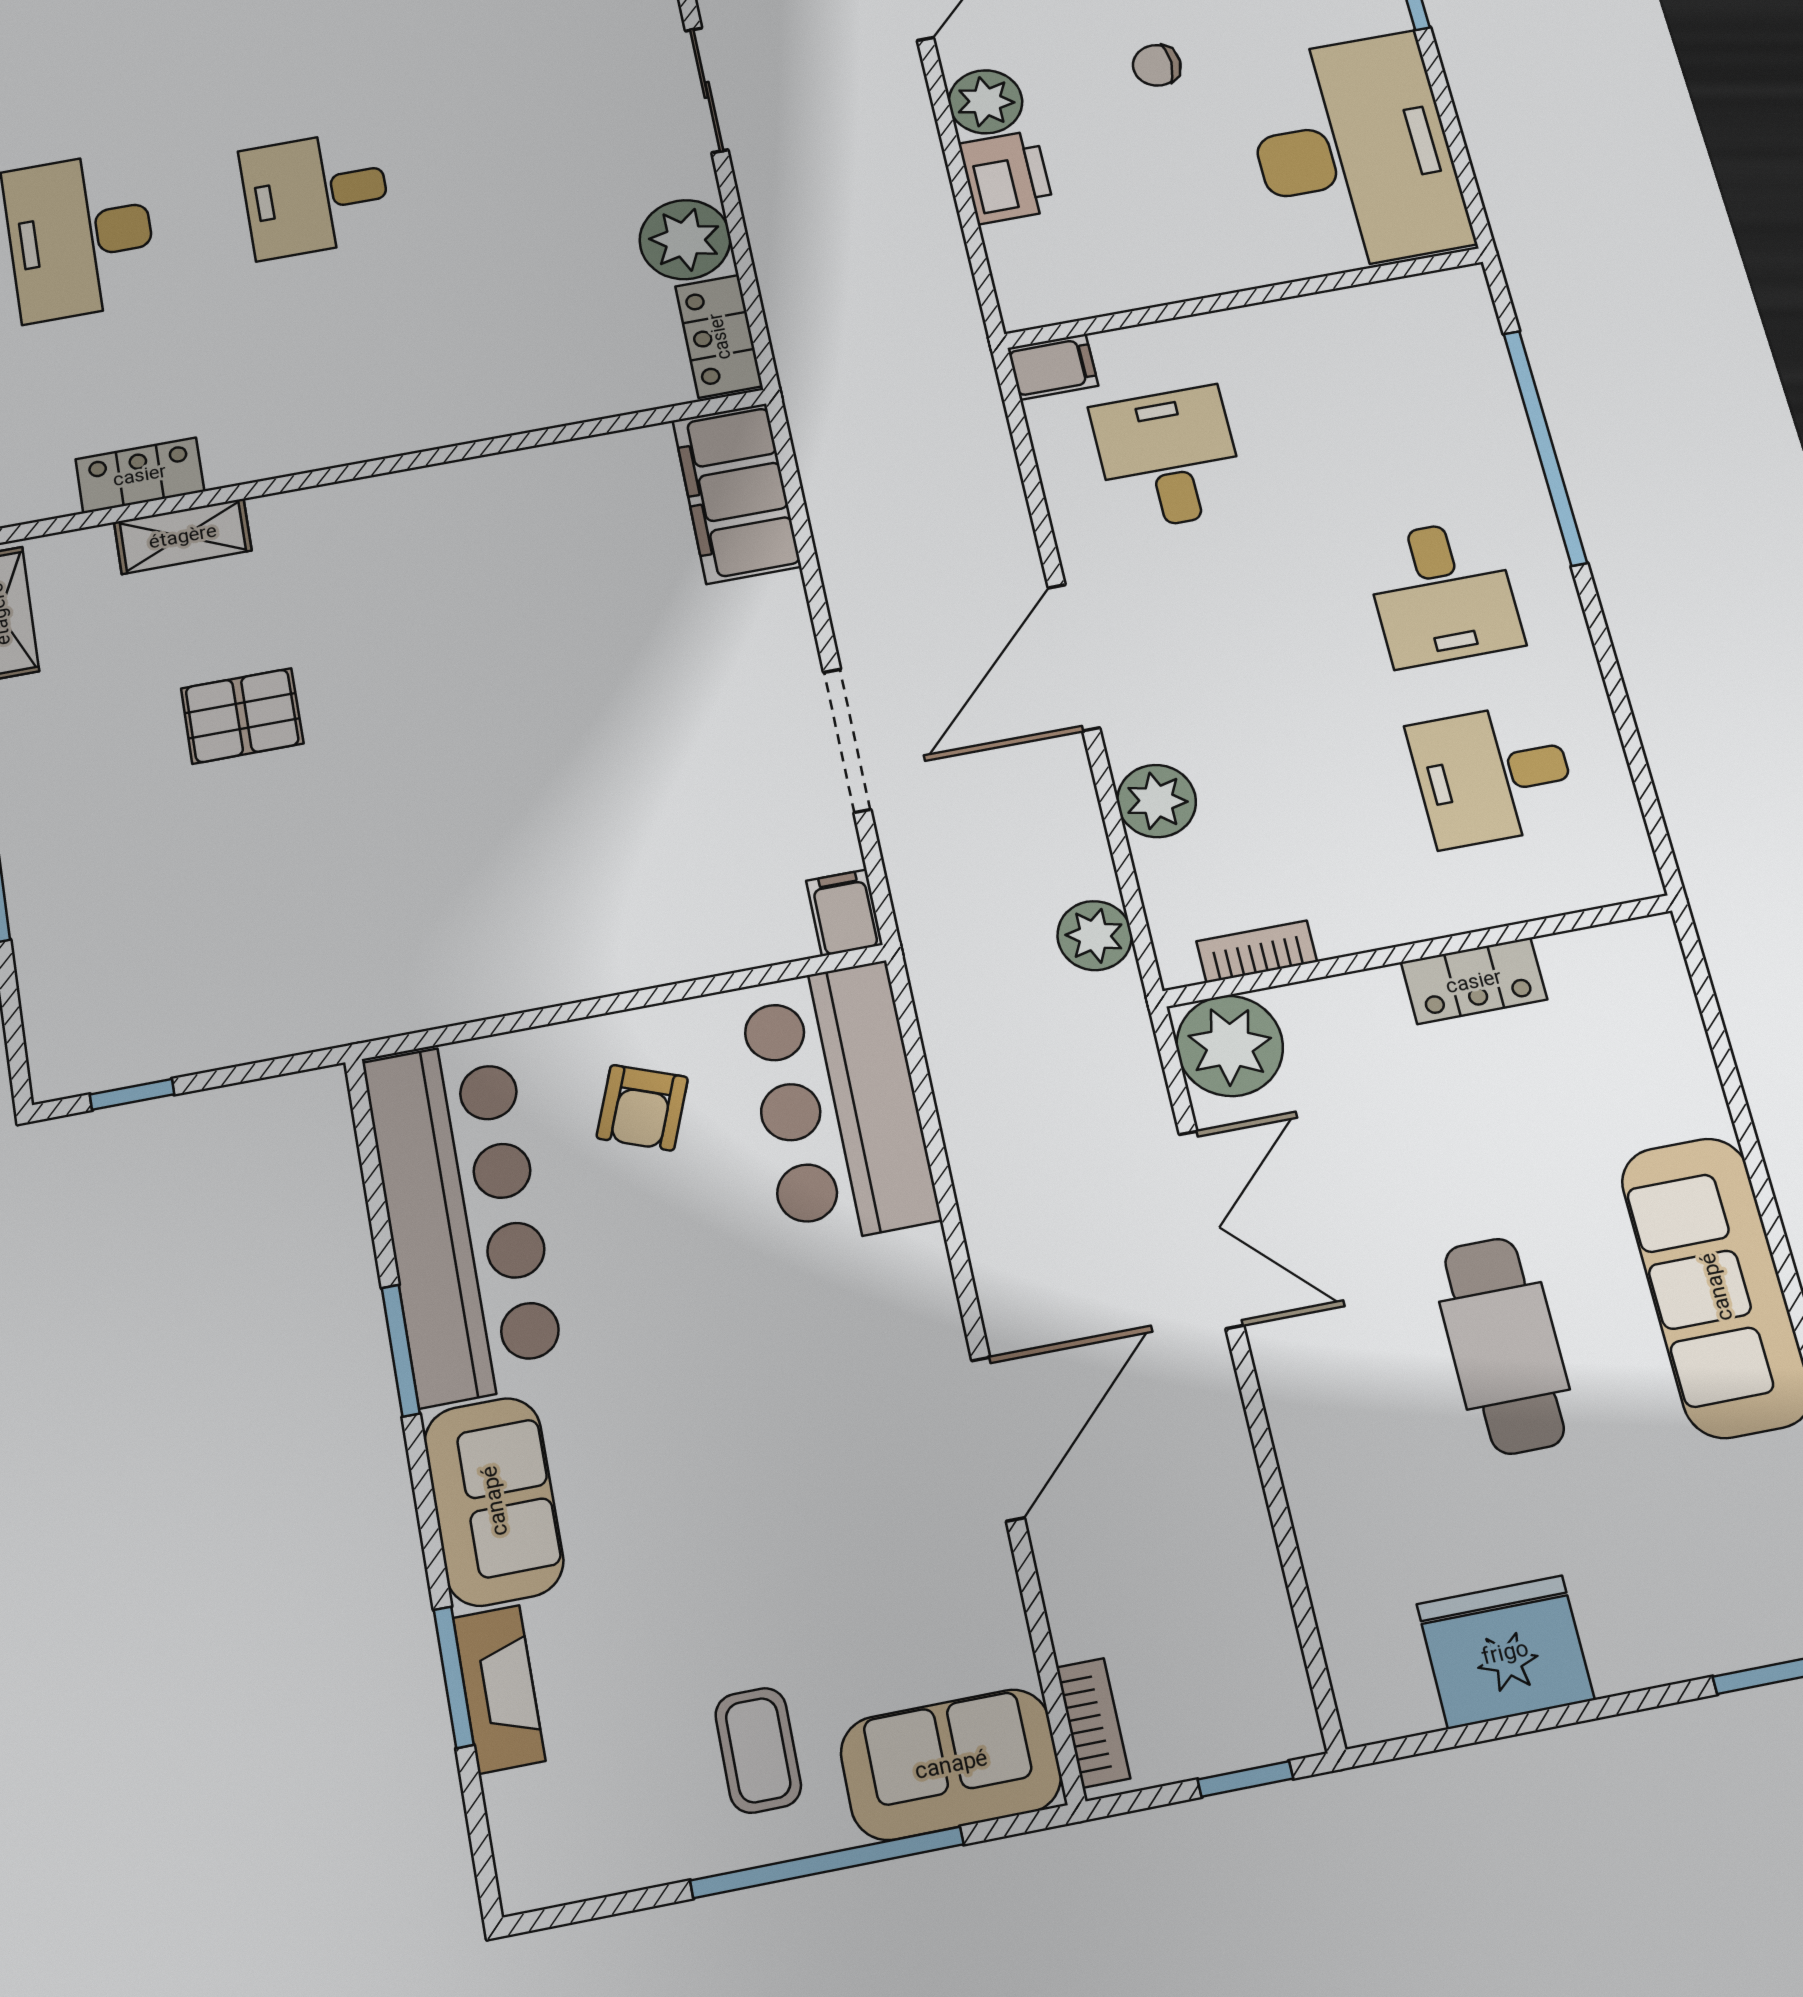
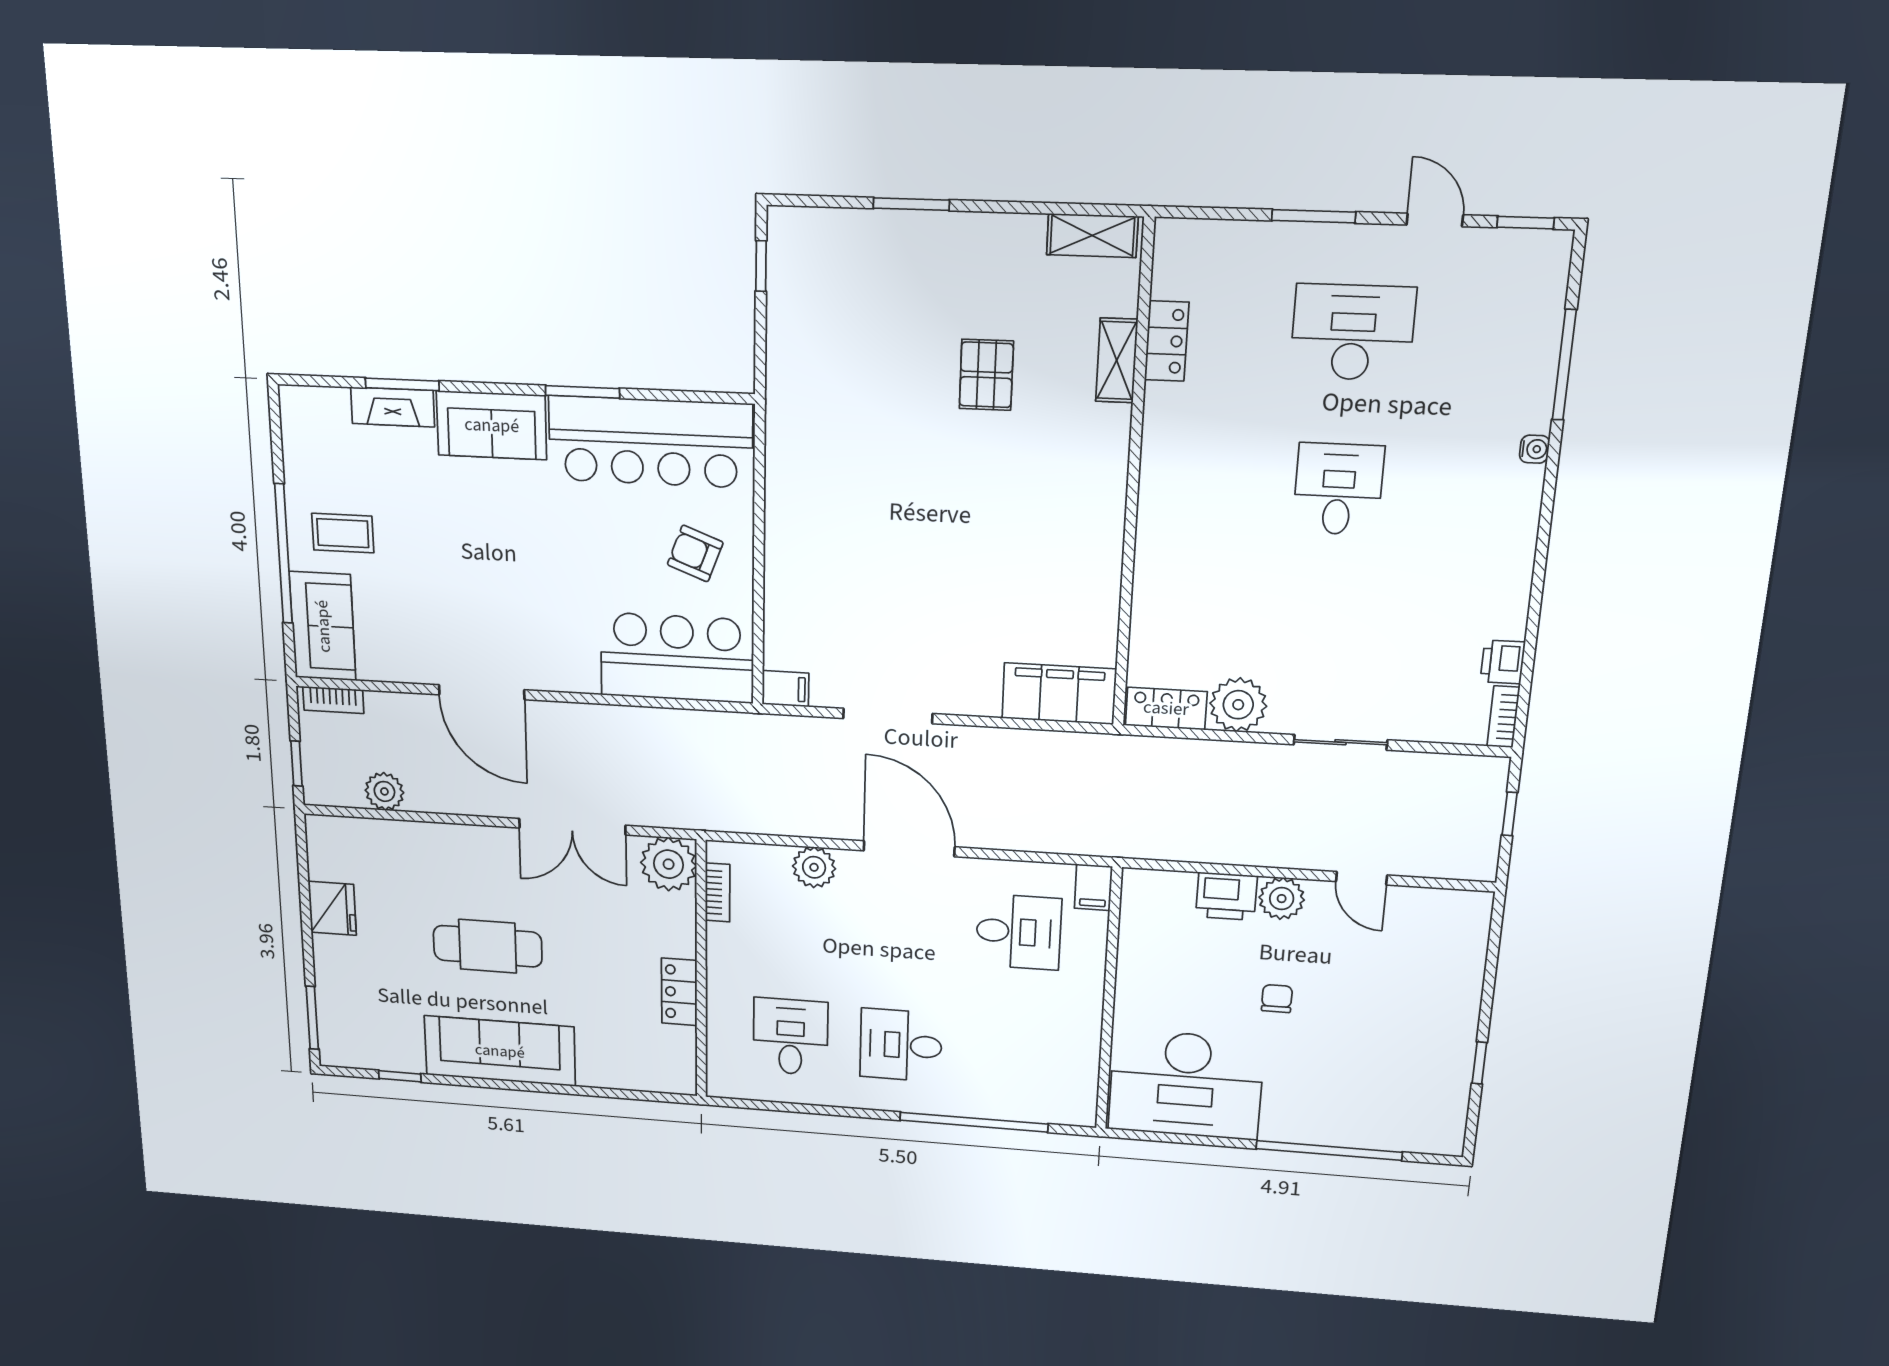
plant: (1095, 936) -> (384, 791), moved
fridge: (1505, 1652) -> (332, 908), width x0.73, depth x0.75

